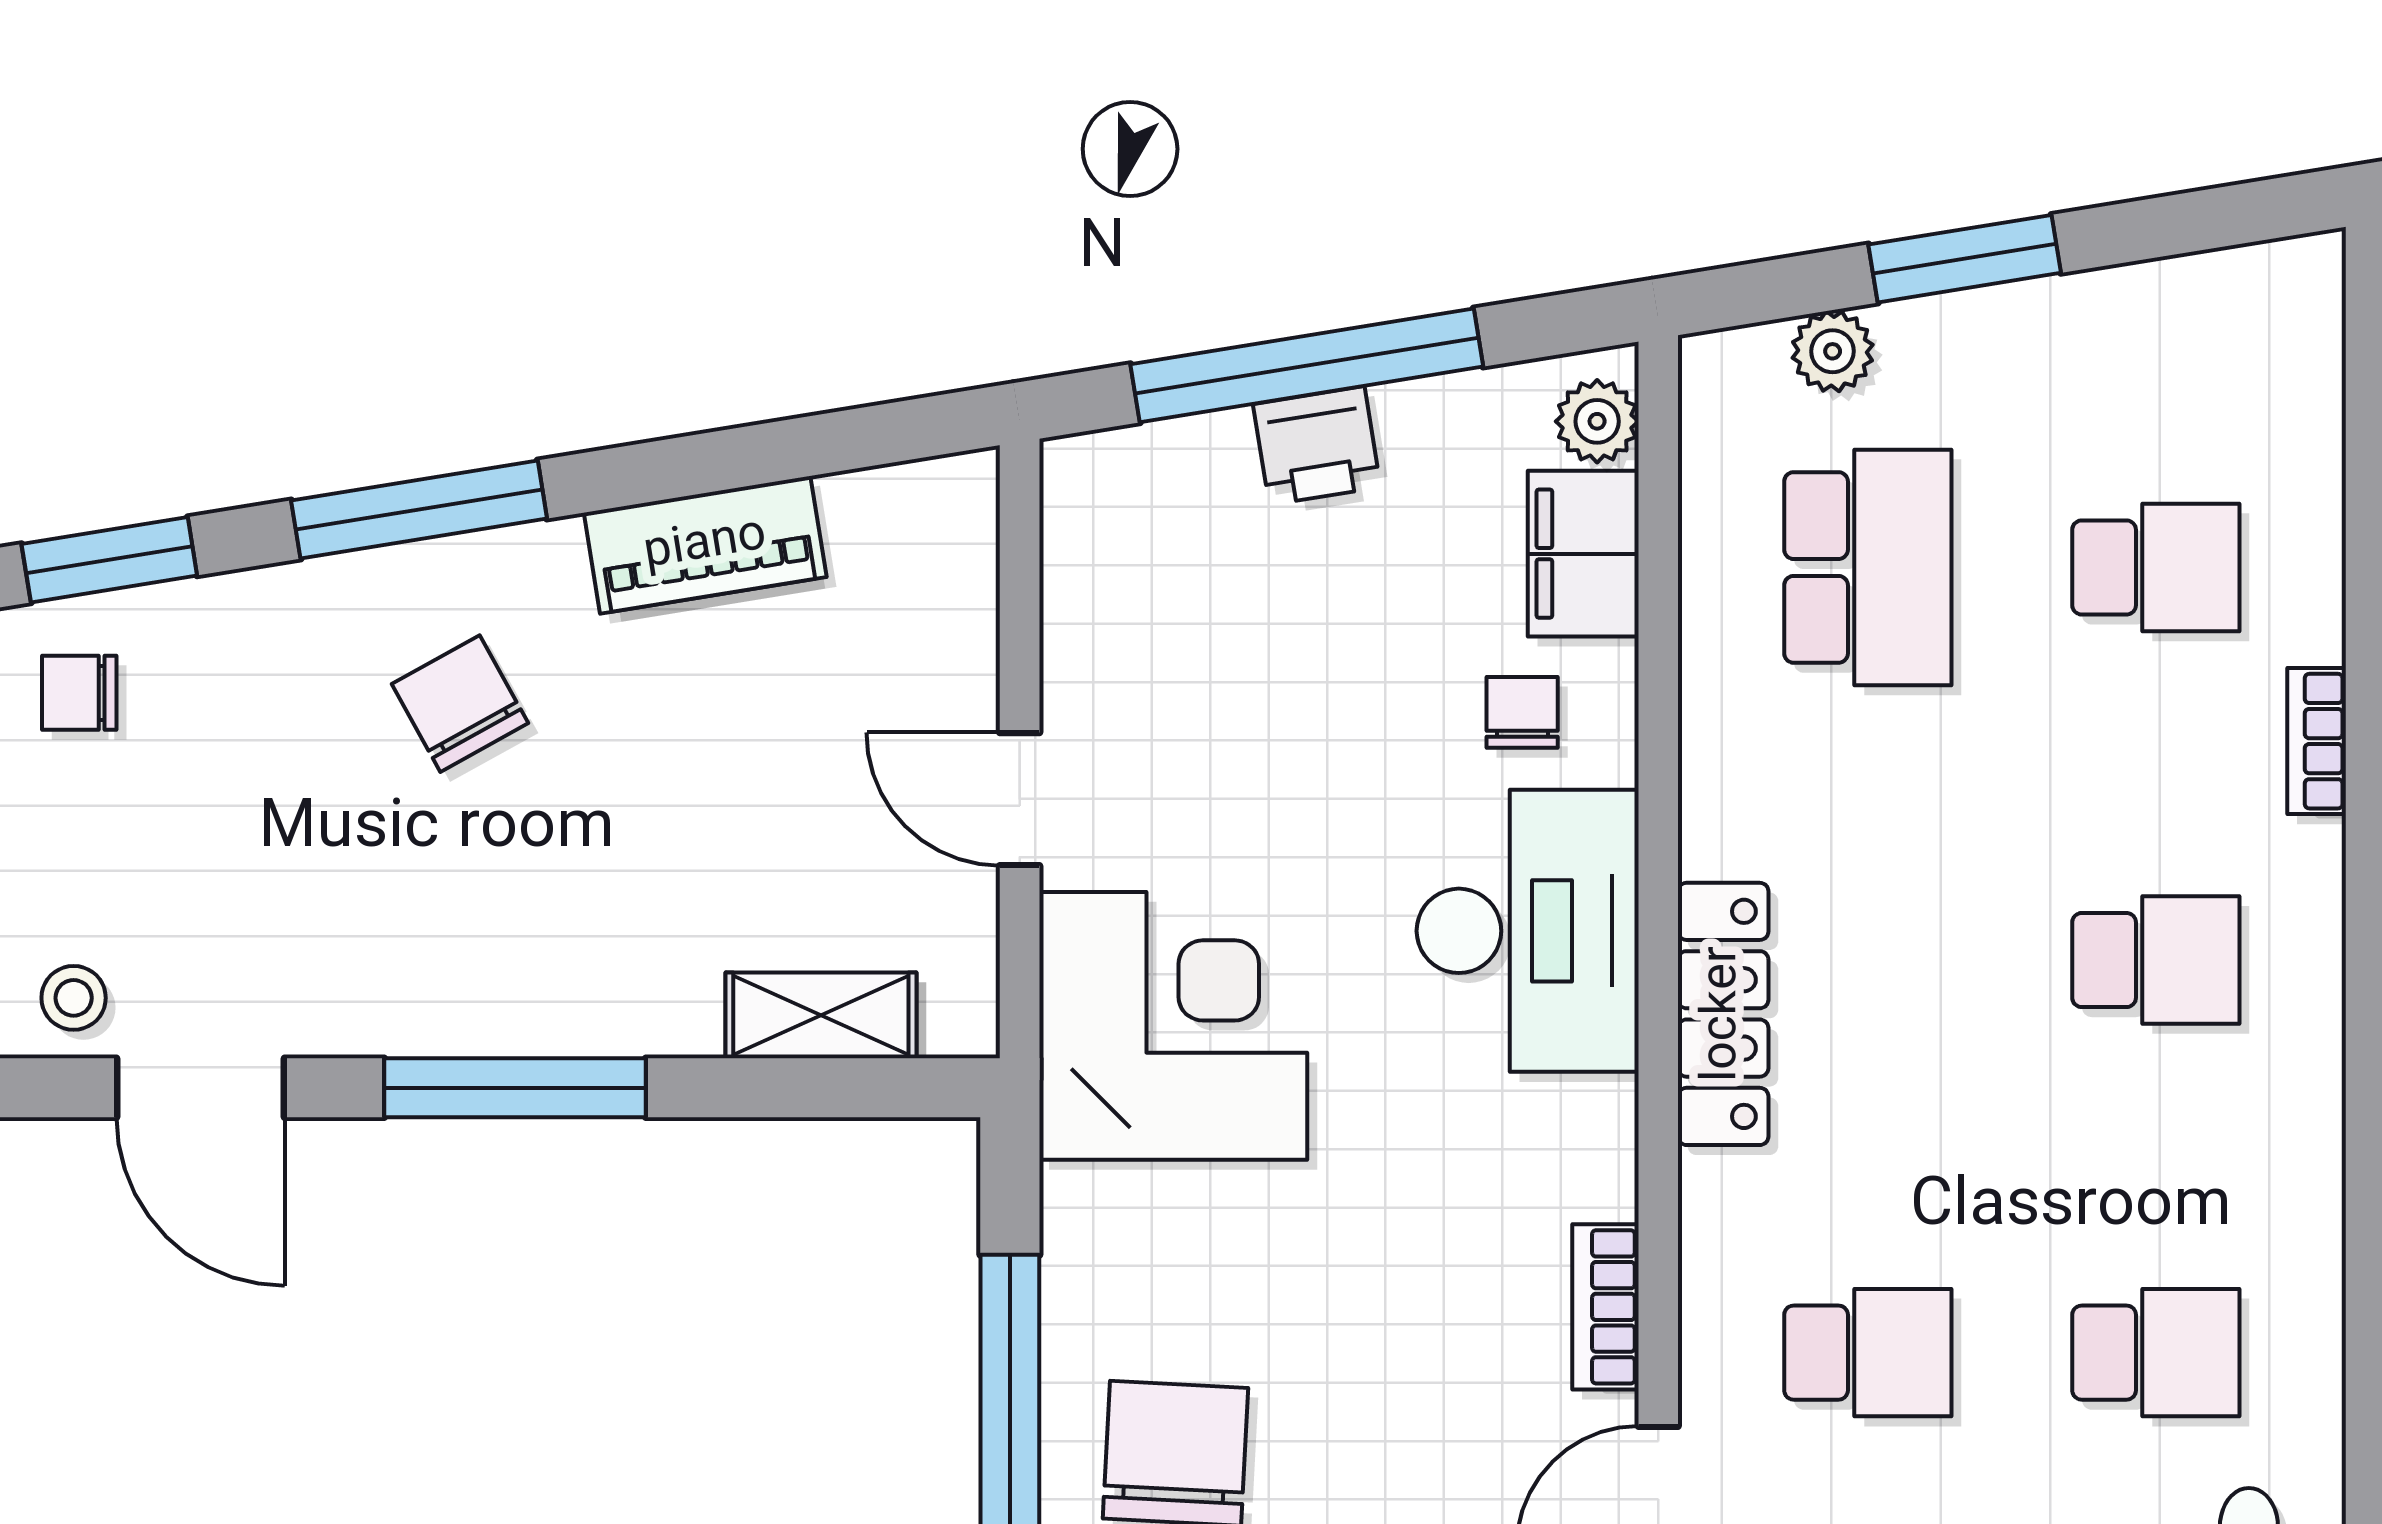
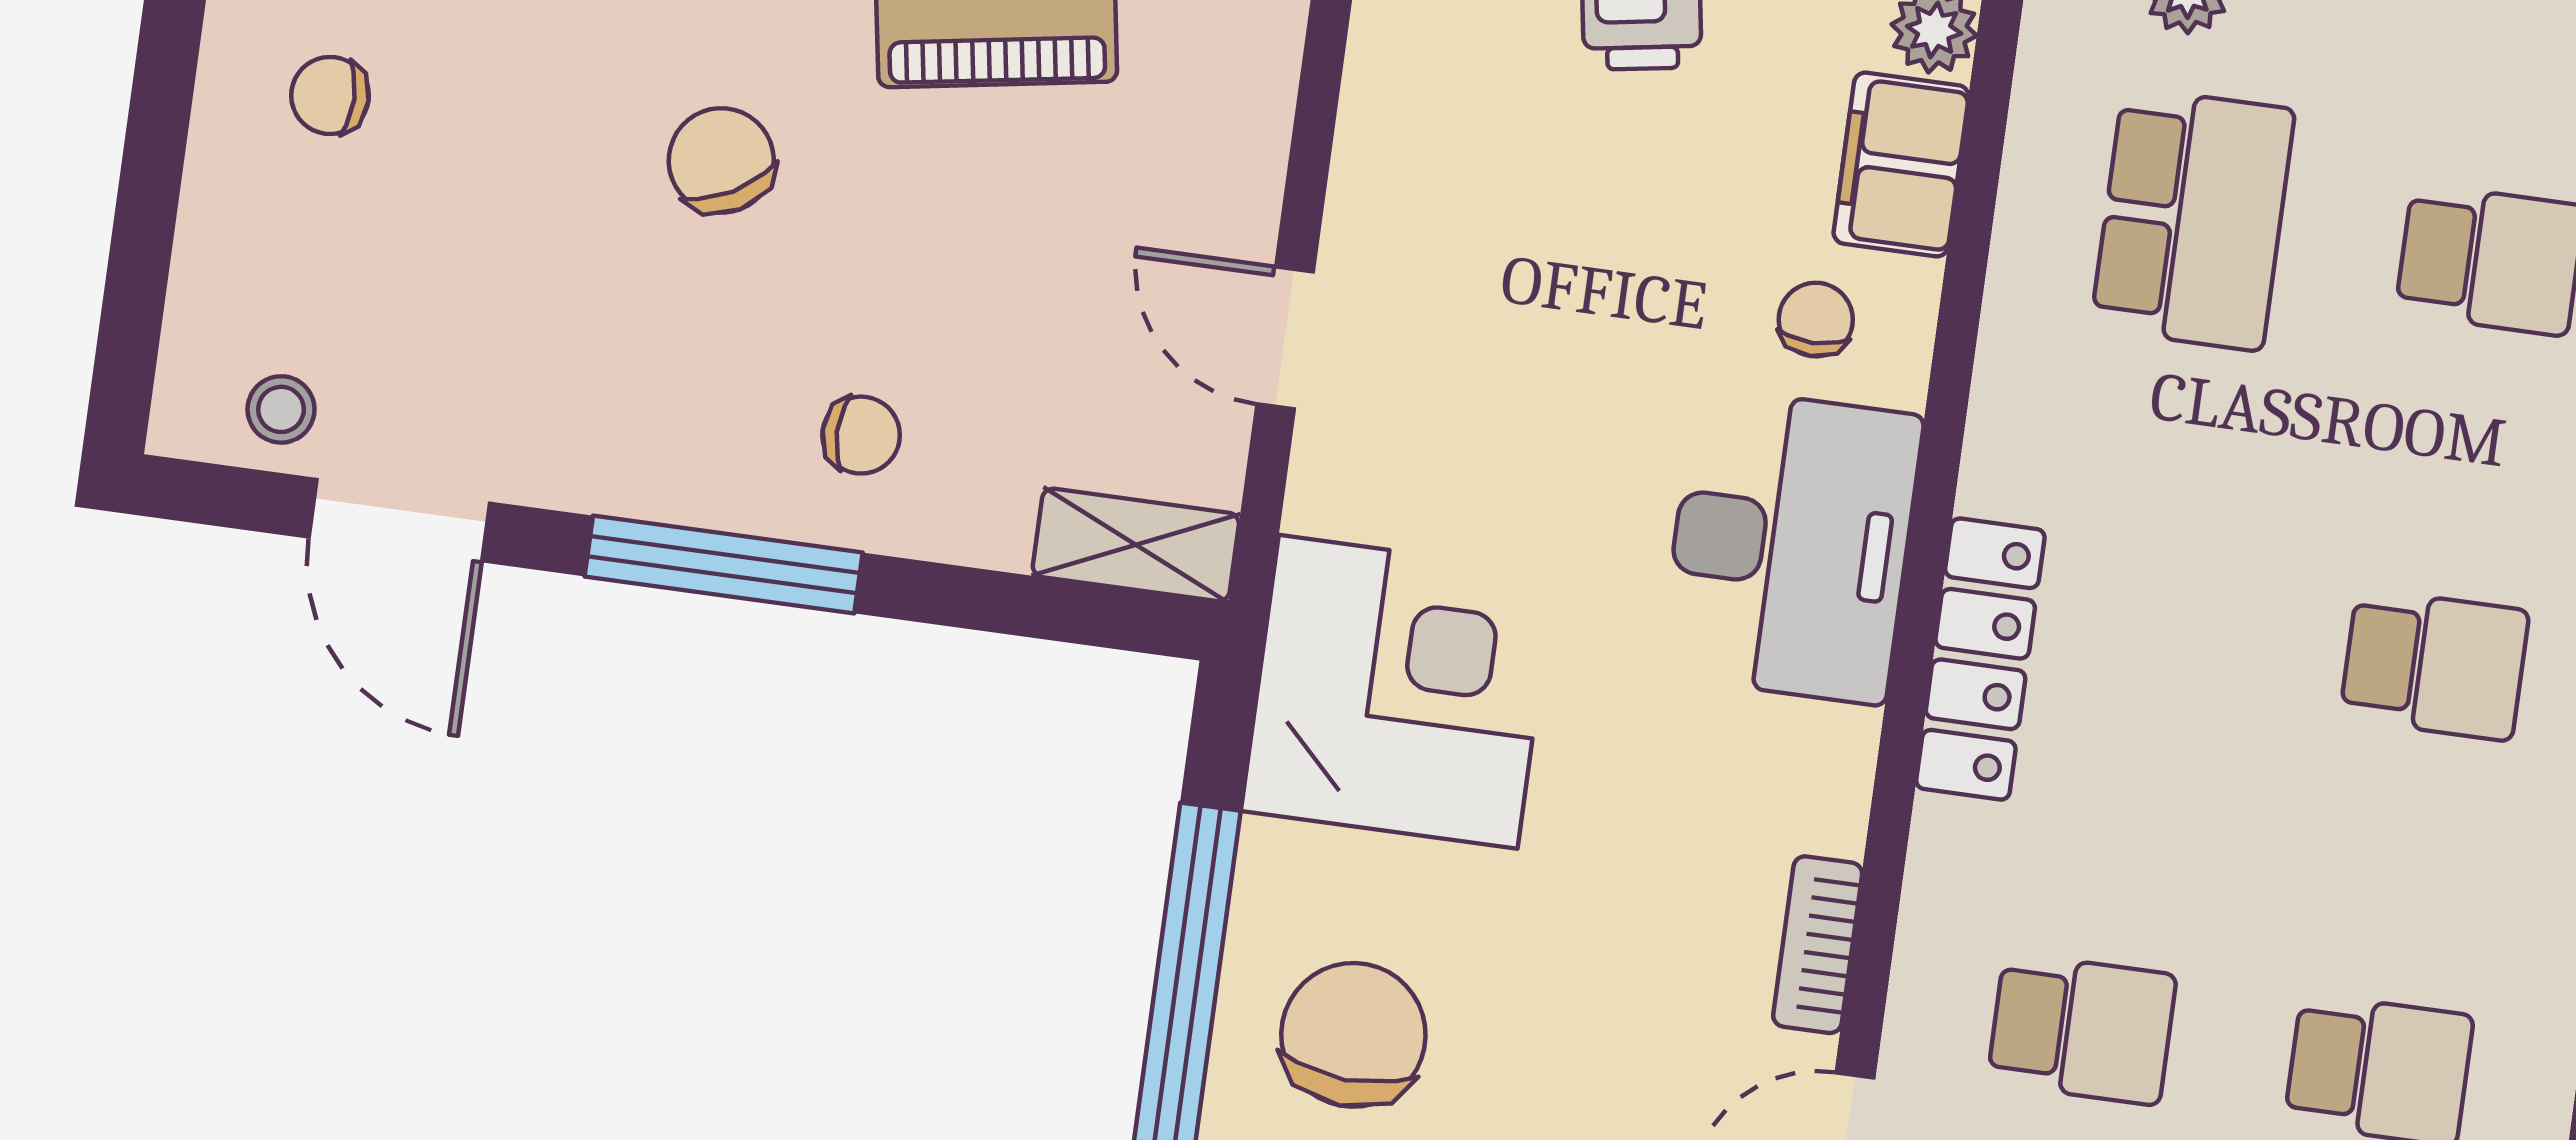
chair: (629, 947) -> (861, 435), added
shelving: (821, 1015) -> (1136, 545), moved
corner desk: (1173, 1026) -> (1398, 692), moved

